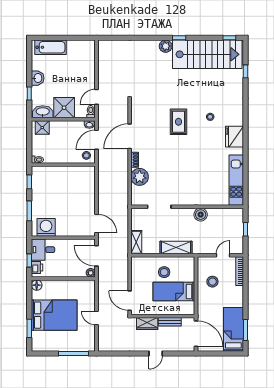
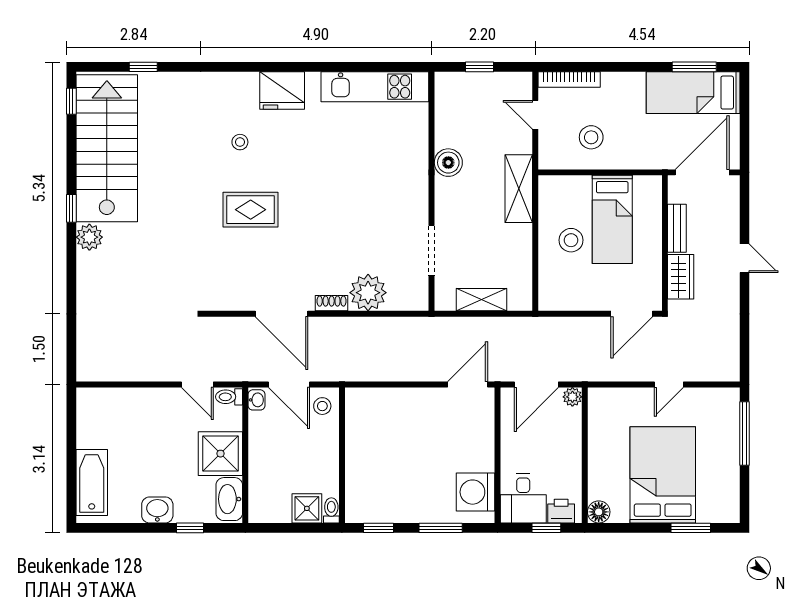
shower: (42, 128) -> (307, 508), moved
shelving: (136, 242) -> (482, 300), moved
shelving: (176, 248) -> (519, 189), moved

